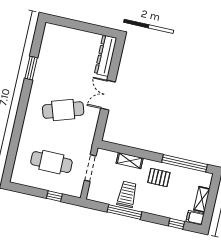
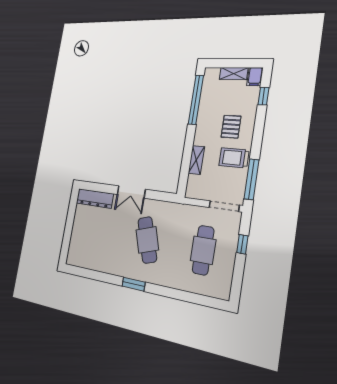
window: (31, 68) -> (134, 284), moved
doorway: (90, 168) -> (224, 206), moved
pallet: (159, 177) -> (231, 127), moved
window: (124, 212) -> (252, 179), moved

